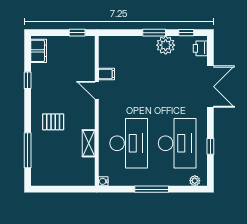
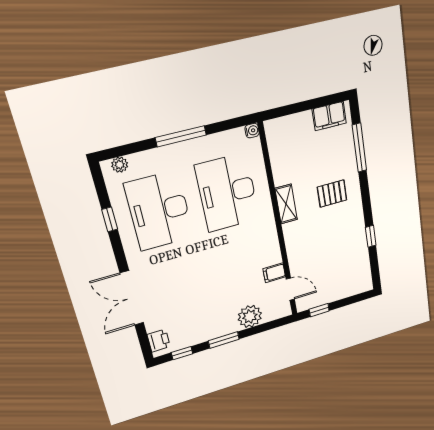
plant: (166, 45) -> (250, 316), moved
filing cabinet: (39, 51) -> (329, 116), moved, turned -90
door: (97, 90) -> (290, 289), moved
shelving: (89, 143) -> (286, 204), moved

